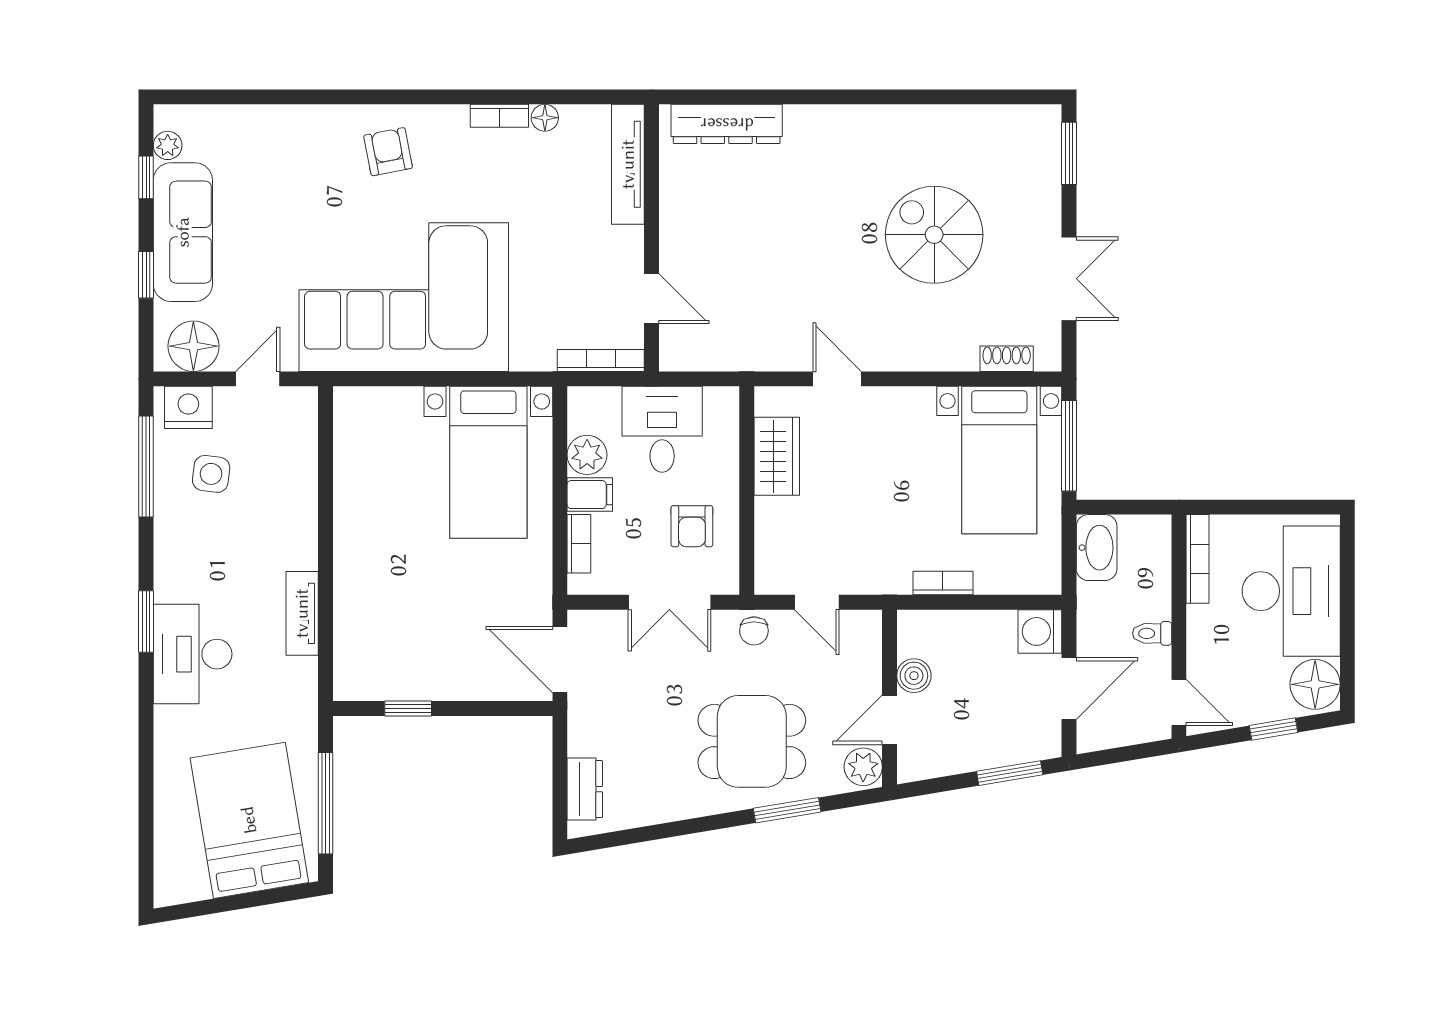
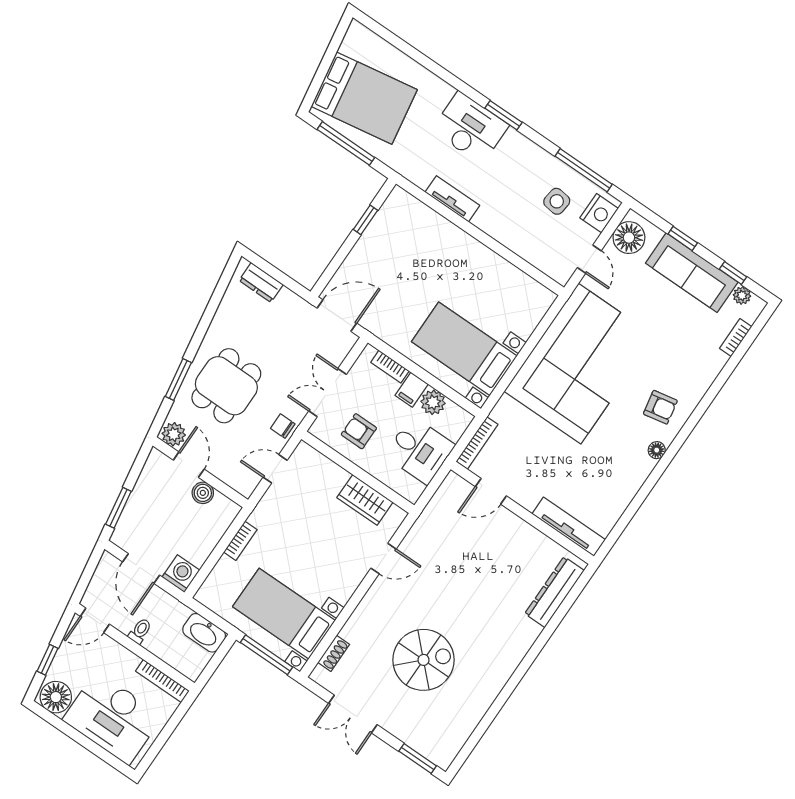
bookcase: (499, 116) -> (736, 337), moved
floor lamp: (545, 118) -> (657, 450), moved

